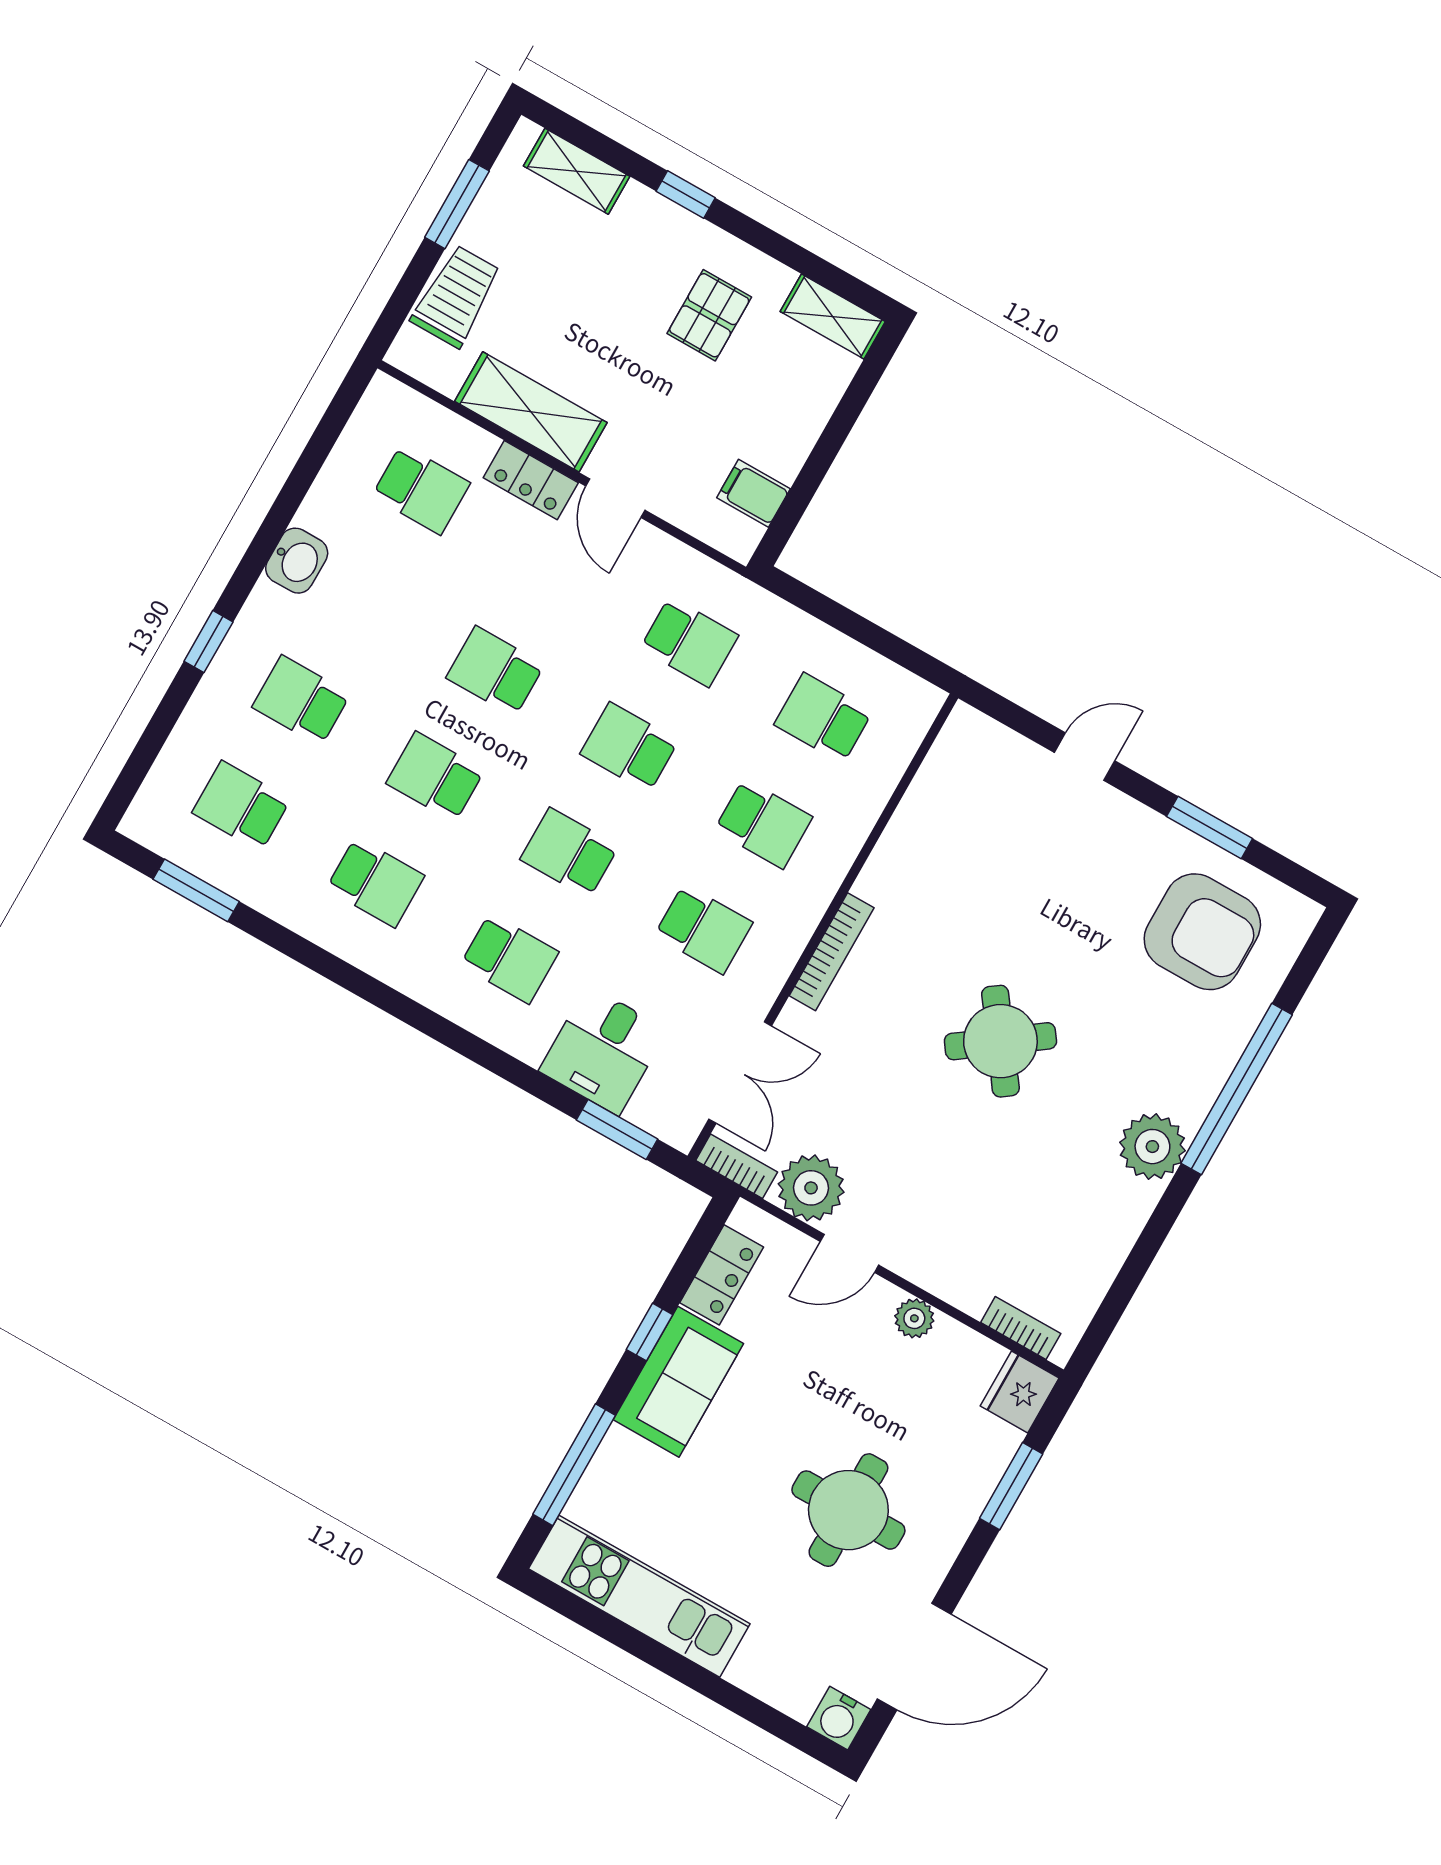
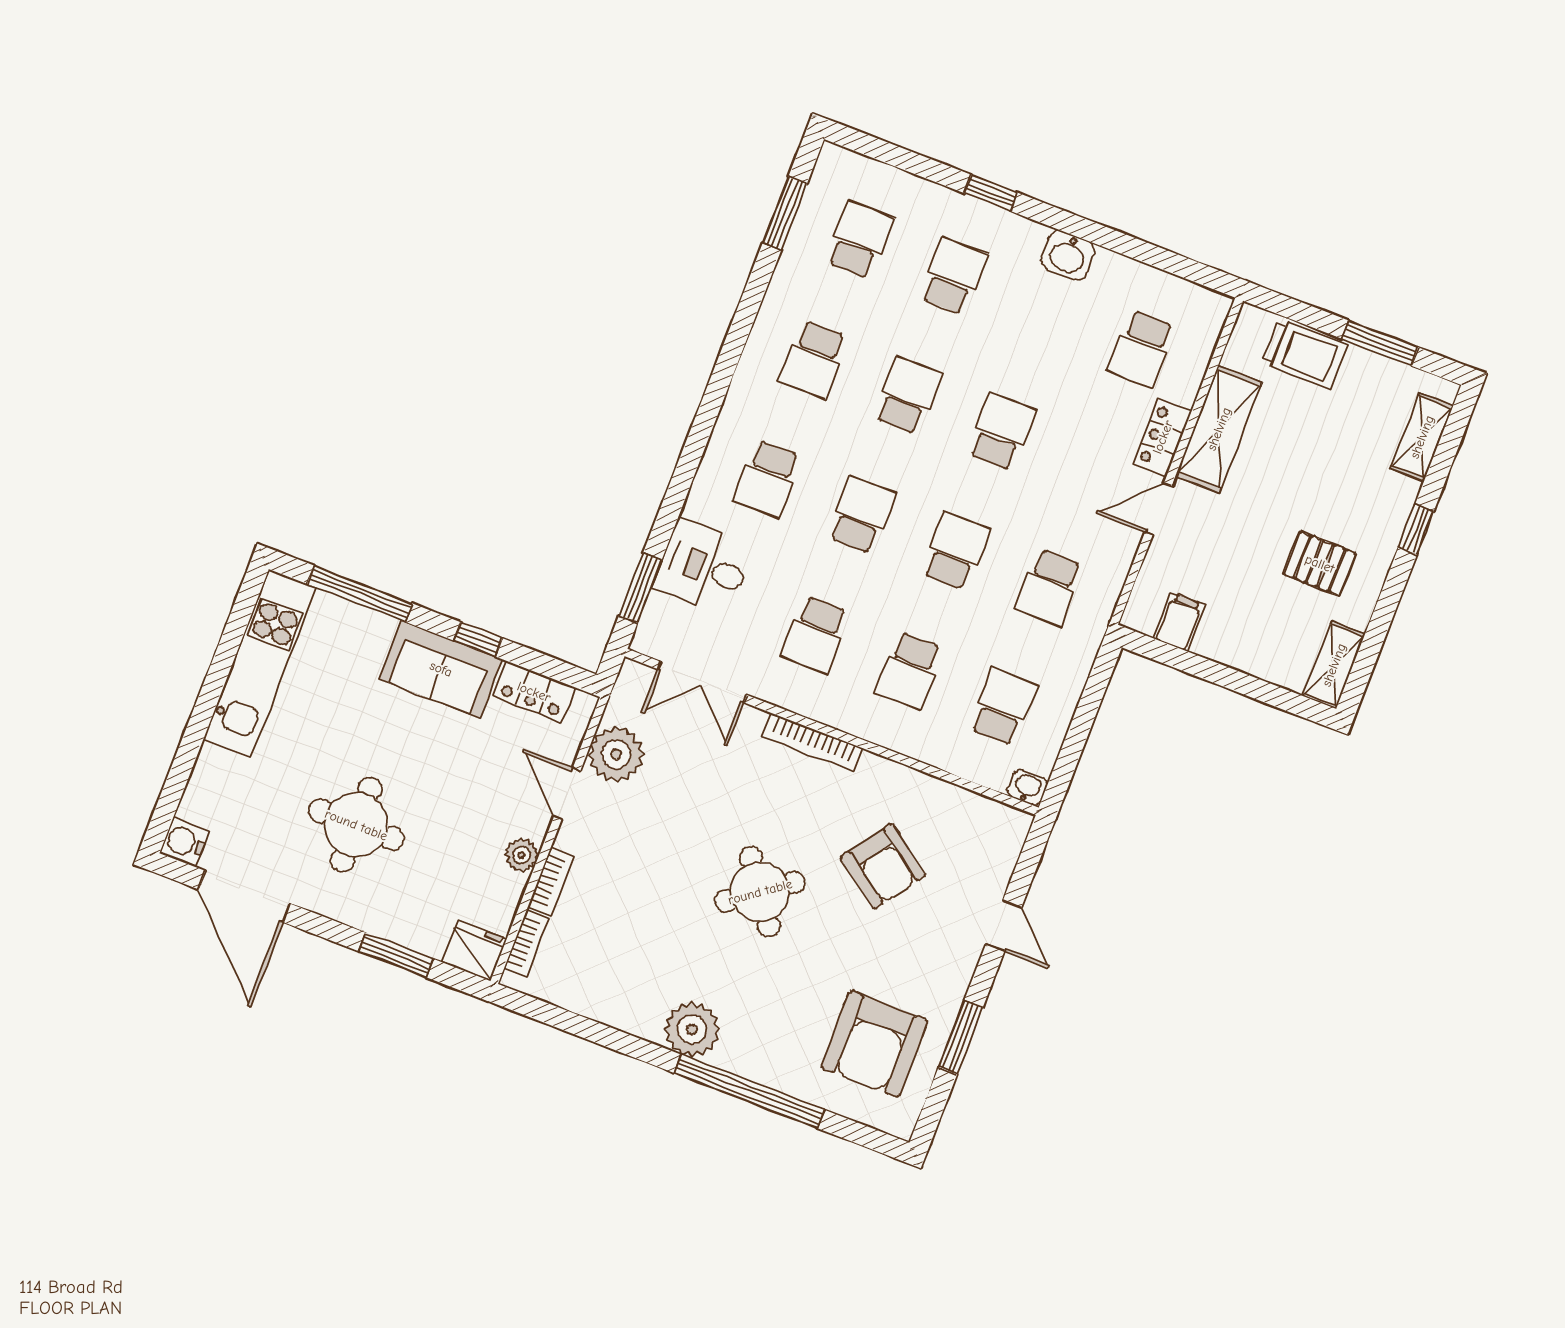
washbasin: (924, 704) -> (1027, 788), added
armchair: (992, 890) -> (883, 866), added
bookcase: (737, 1166) -> (551, 882), moved

